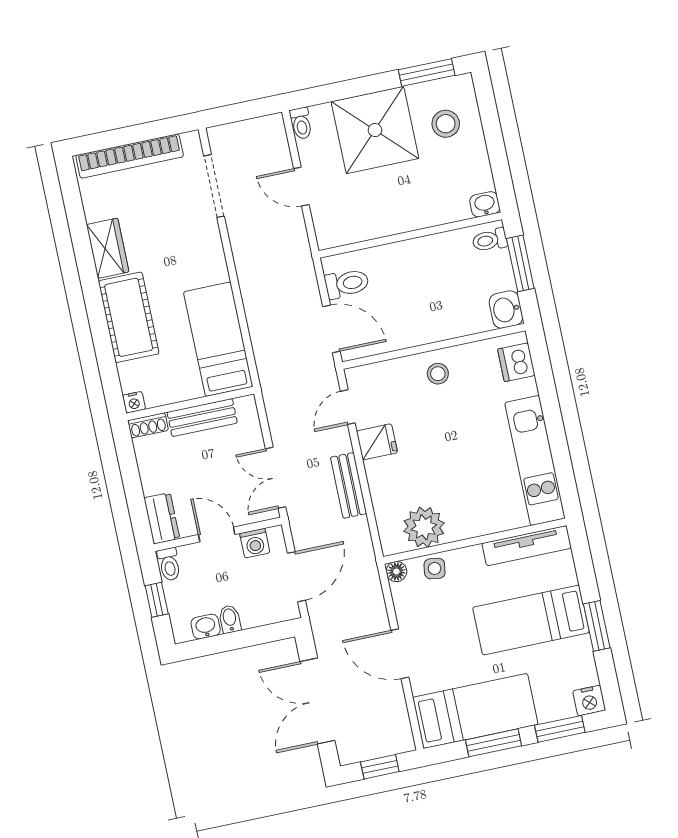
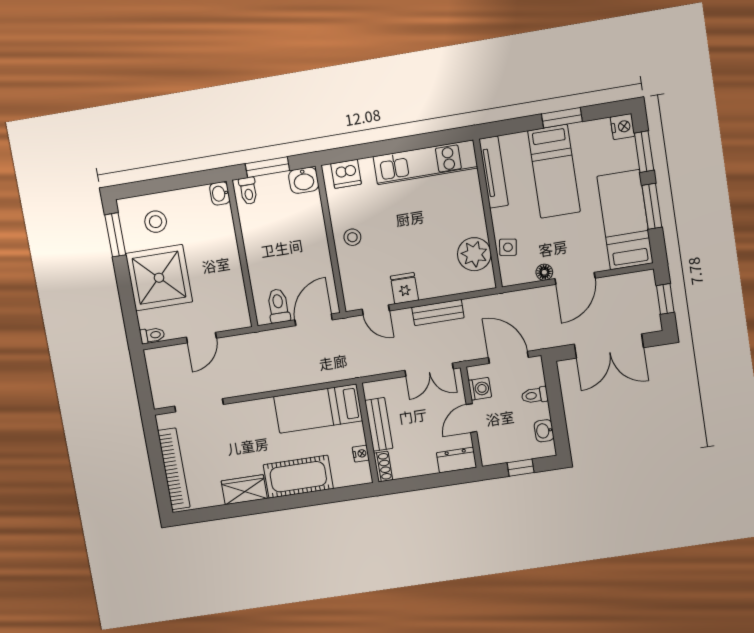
nightstand: (134, 402) -> (361, 454), moved
toilet: (169, 564) -> (535, 395), moved, turned 180
floor lamp: (396, 572) -> (544, 272), moved
bidet: (230, 619) -> (539, 412), removed

